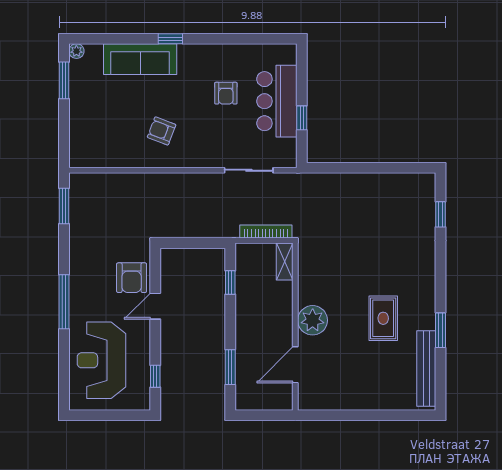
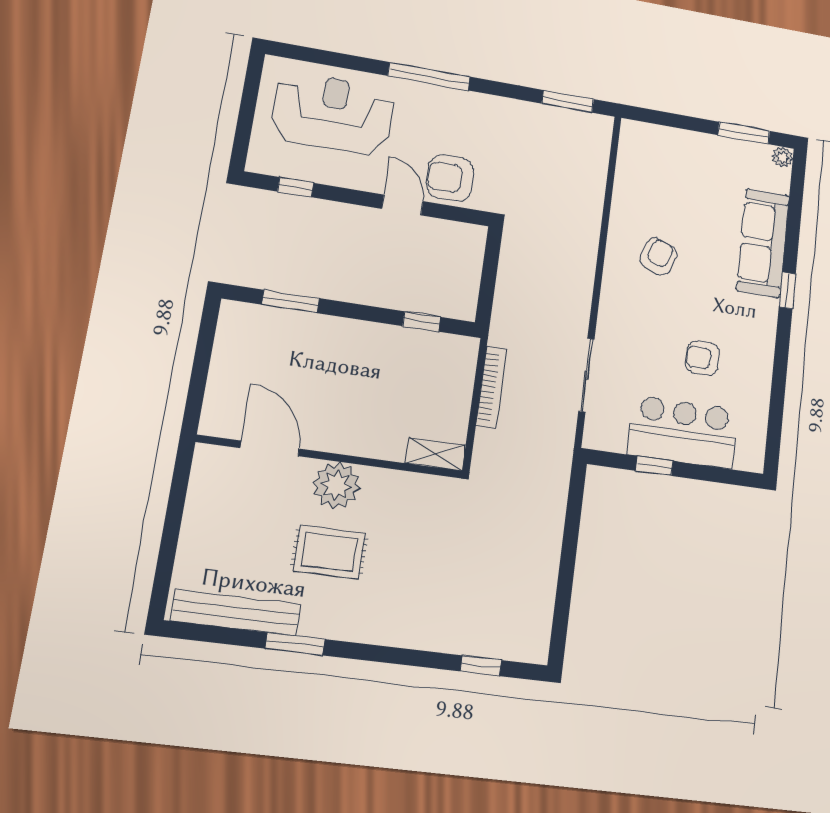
shelving: (285, 261) -> (435, 454), moved
plant: (313, 320) -> (336, 485), moved
wall: (295, 327) -> (331, 457), moved
door: (295, 365) -> (270, 448), moved

